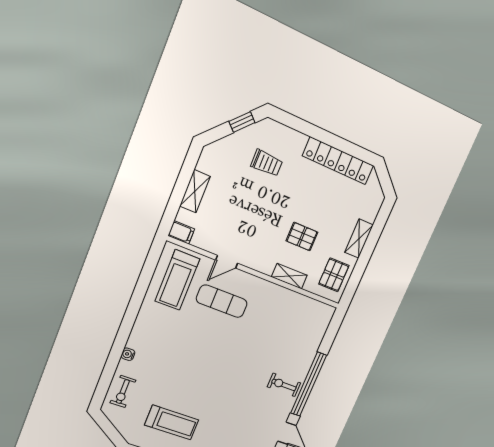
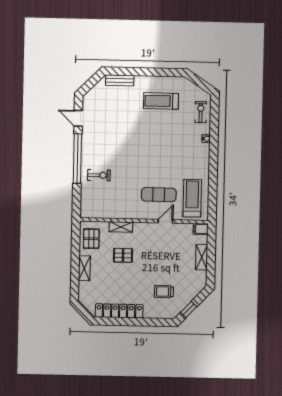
exercise bike: (284, 385) -> (99, 175), moved

